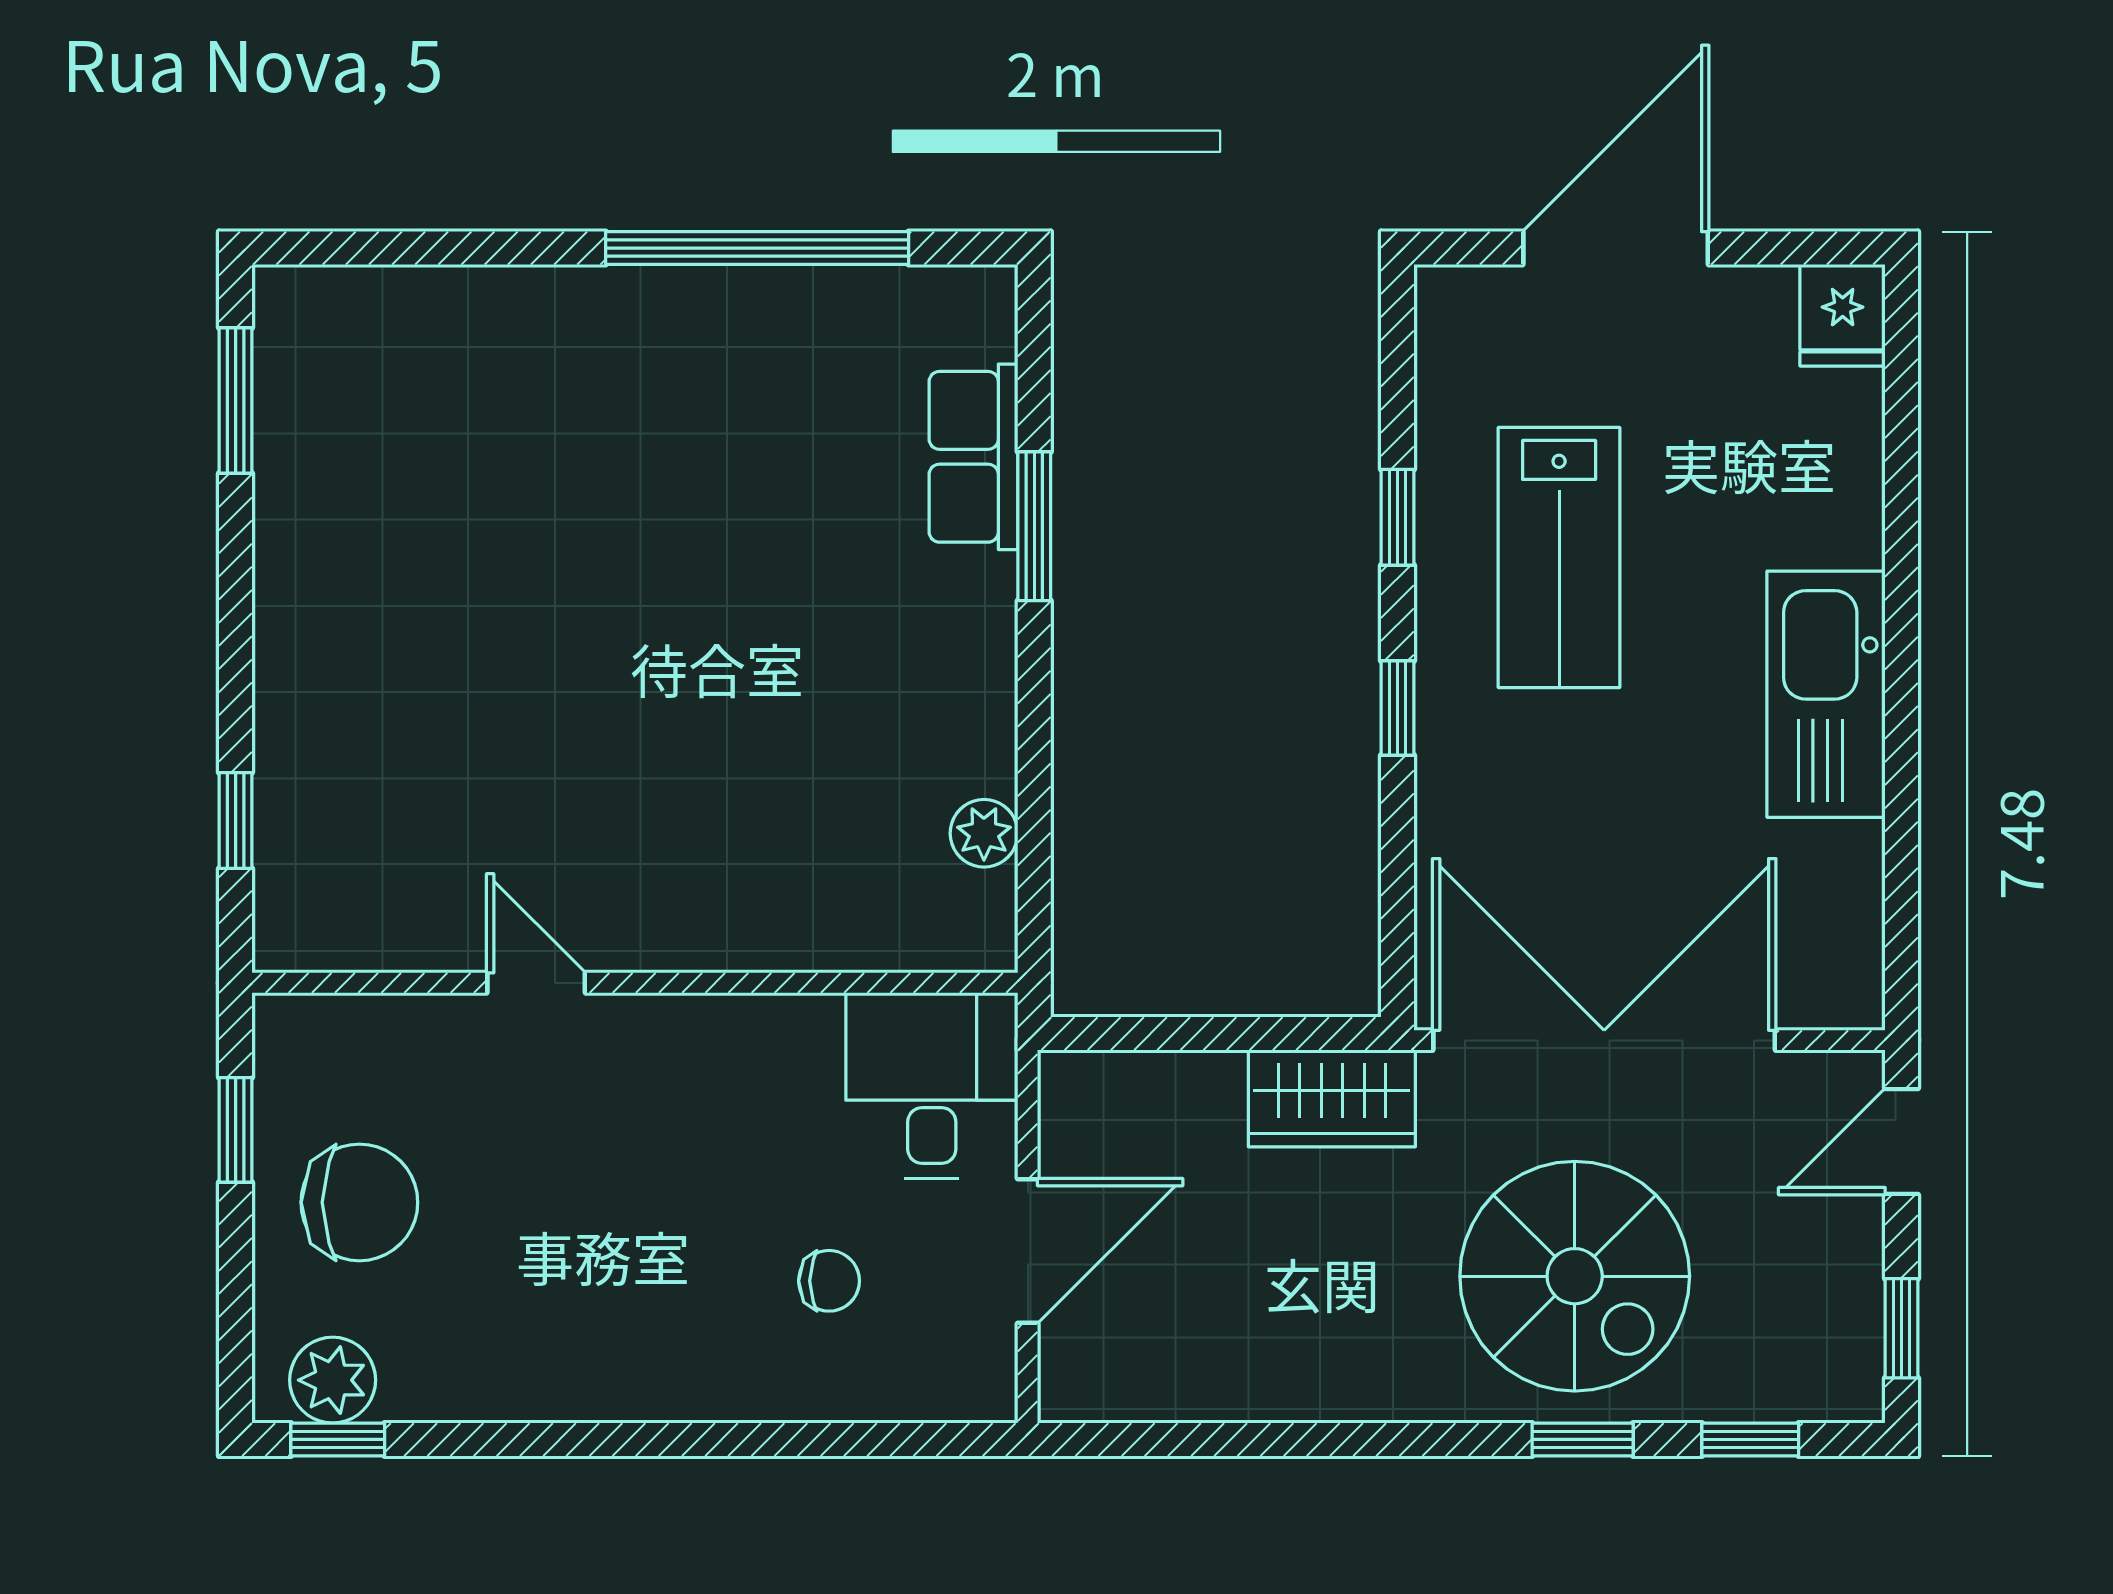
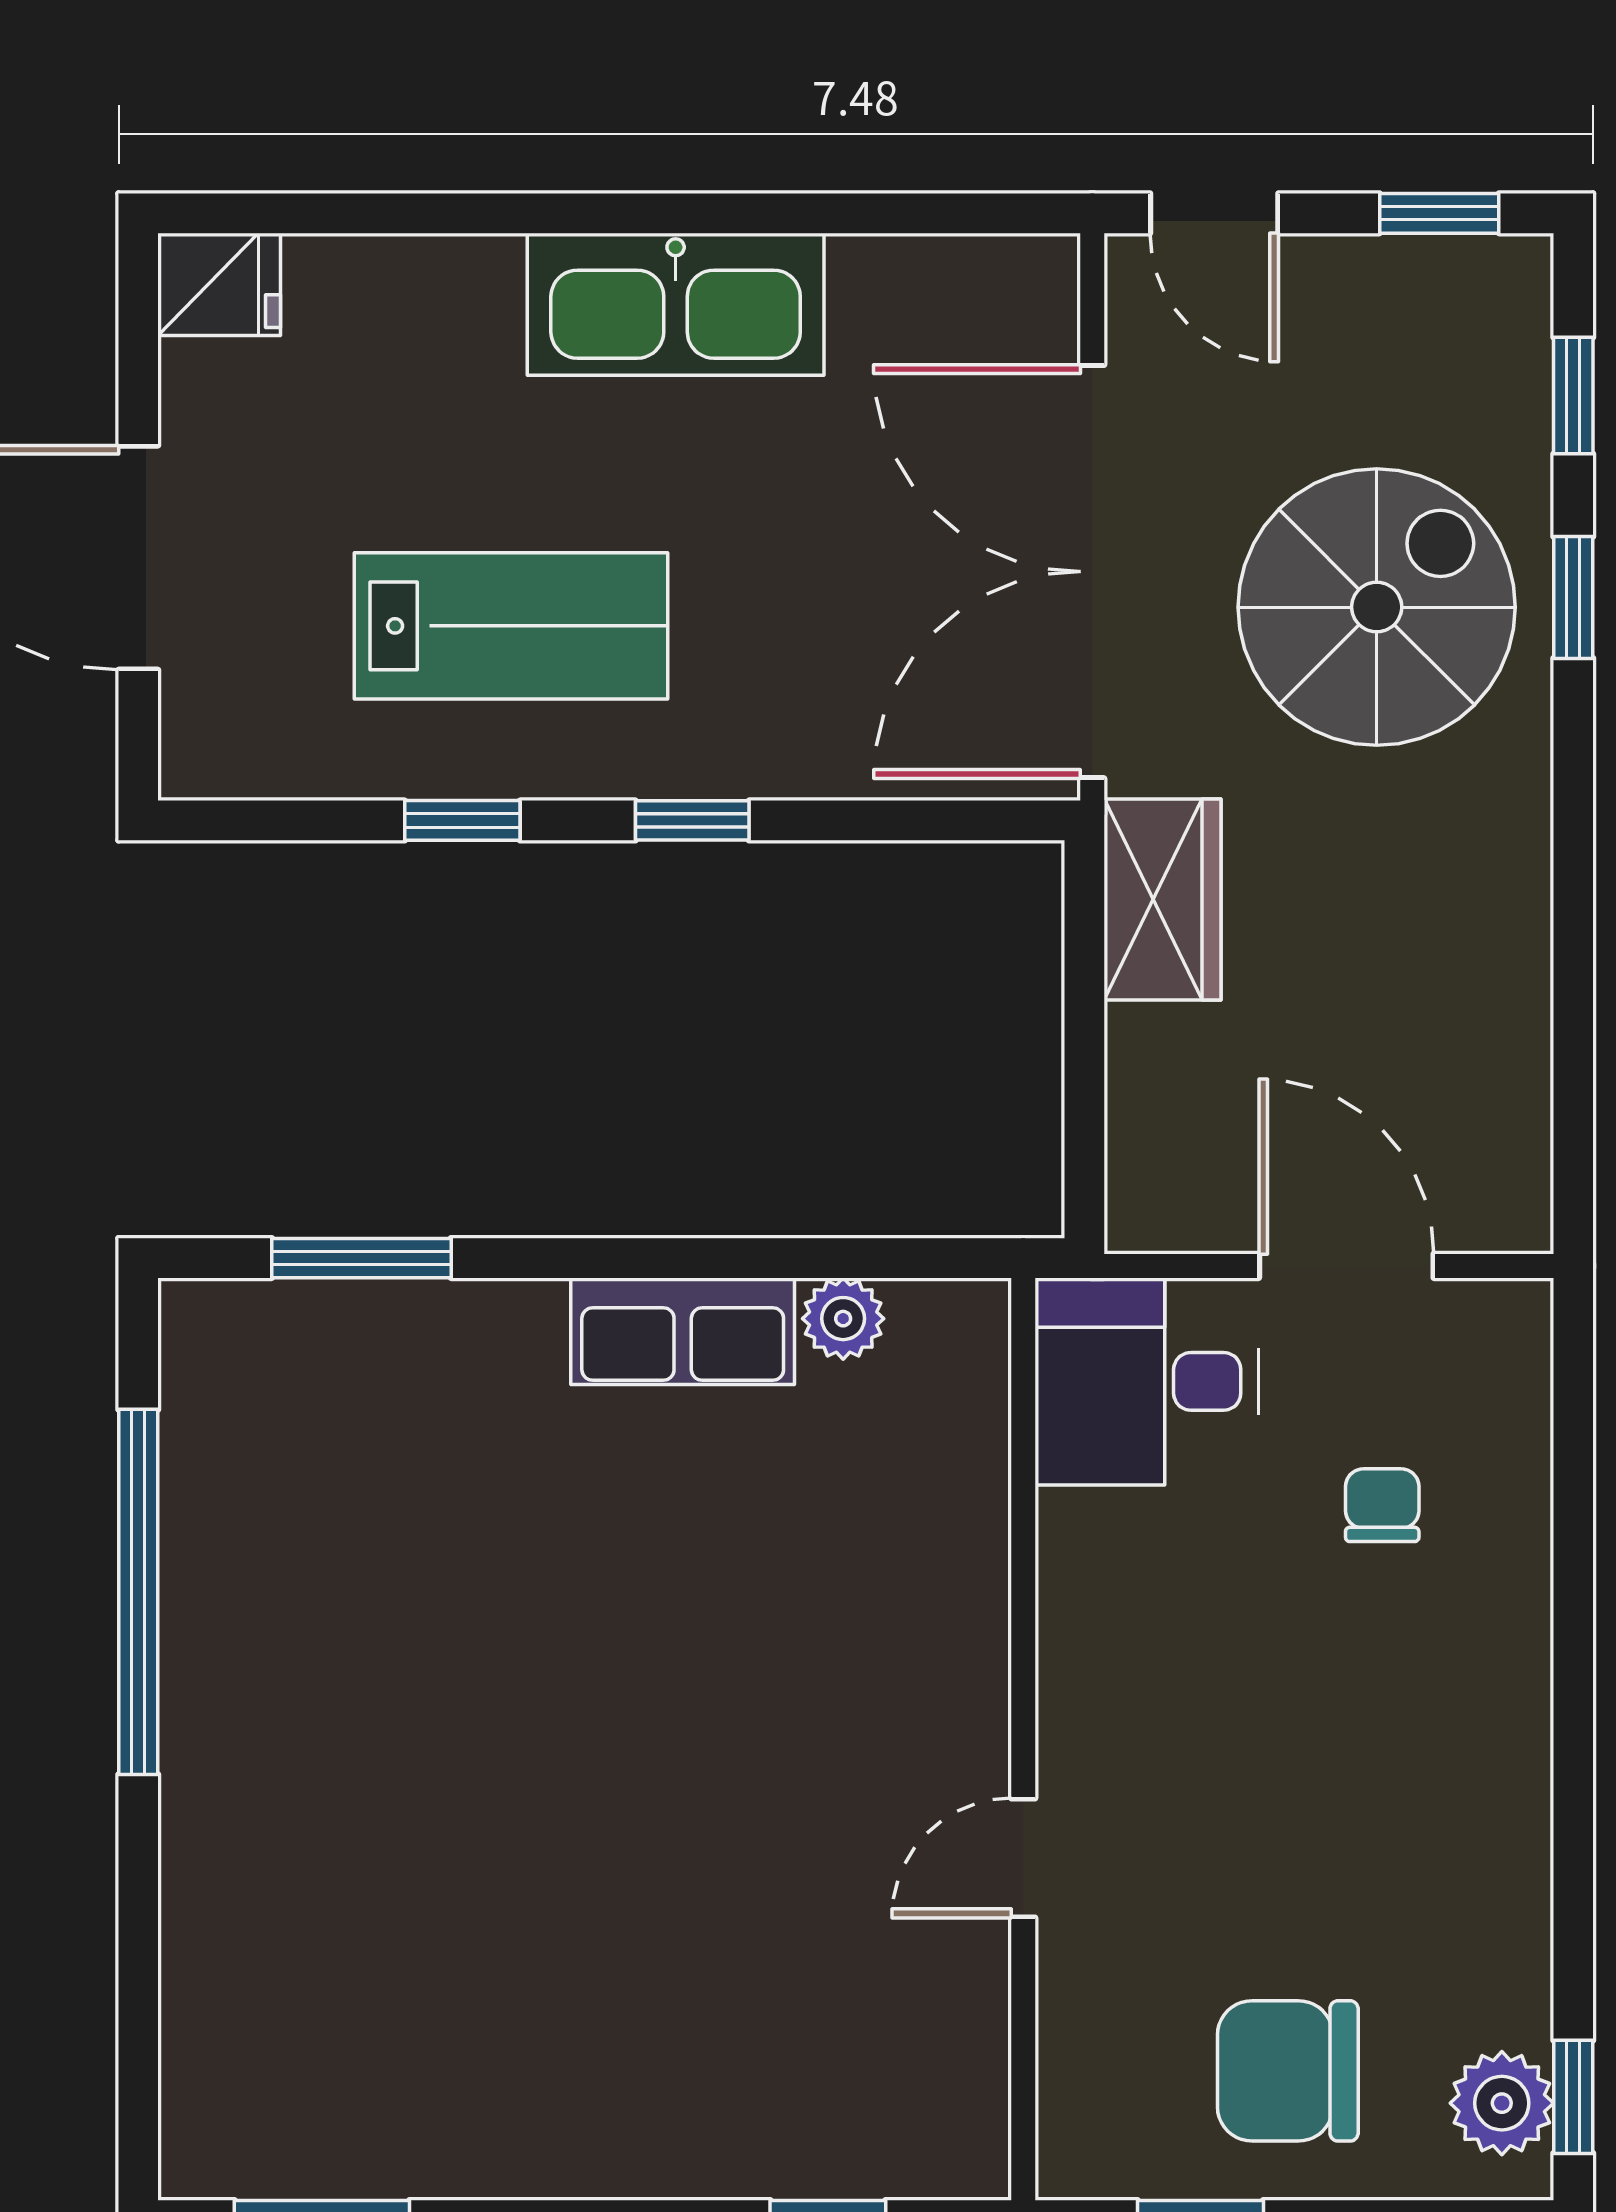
row of seats: (973, 457) -> (683, 1331), moved
window: (1034, 526) -> (361, 1258), moved
chair: (359, 1202) -> (1288, 2071), turned -90

